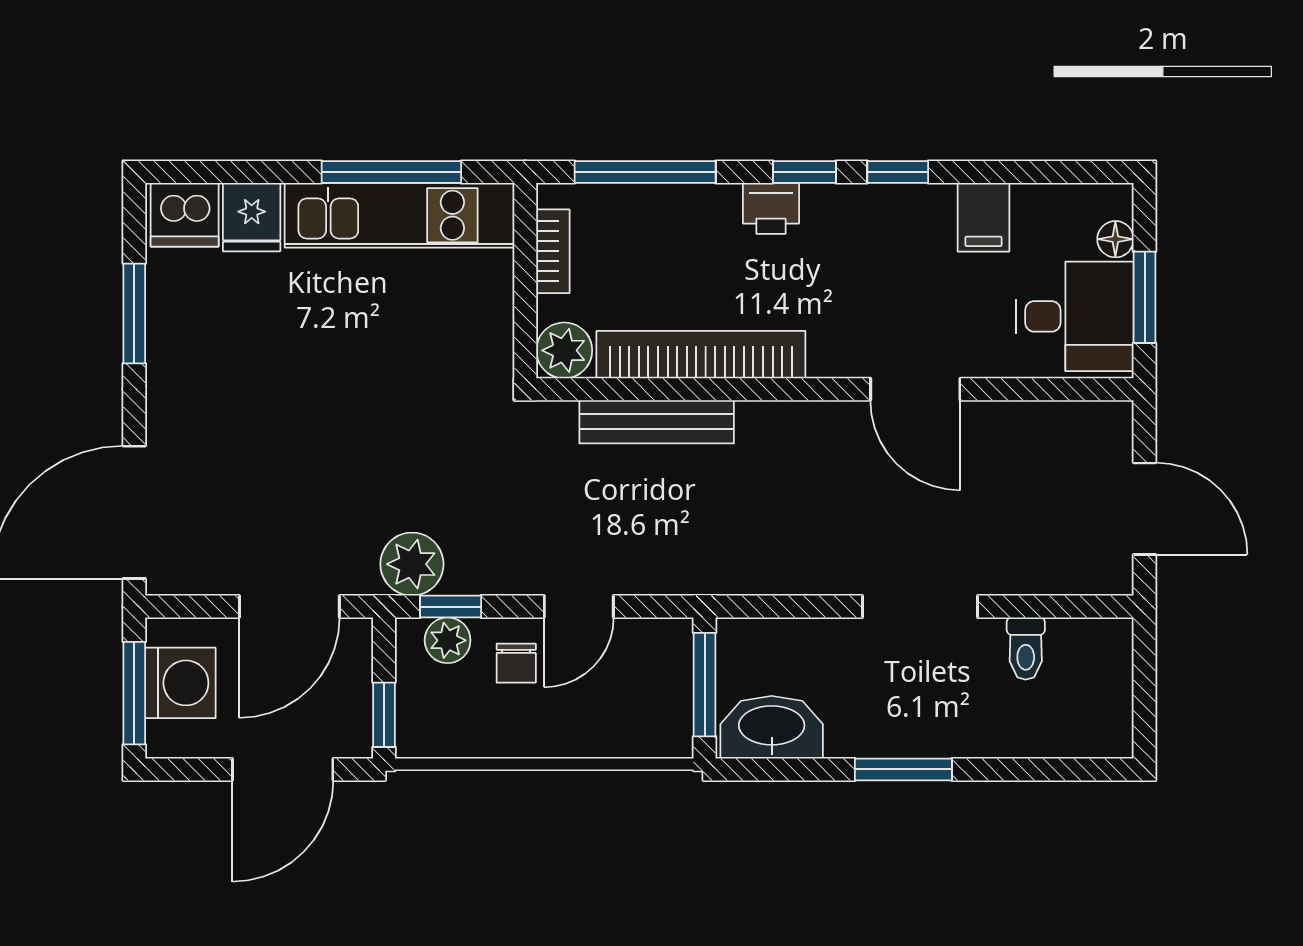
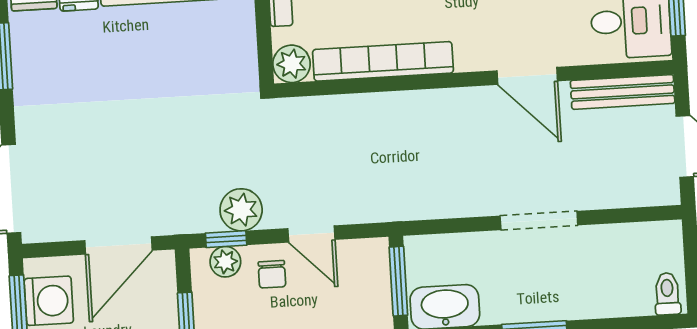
bench: (657, 422) -> (623, 92), moved
plant: (412, 564) -> (241, 210), moved
door: (579, 607) -> (311, 234), hinge flipped
toilet: (1026, 649) -> (667, 294), moved, turned 180

